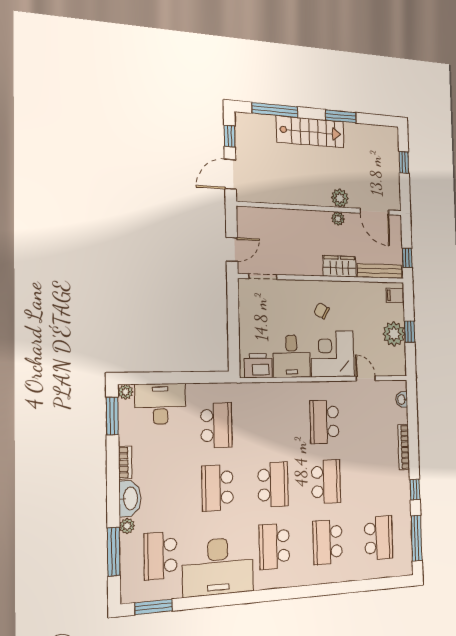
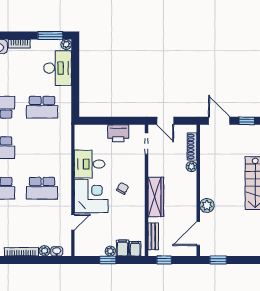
window: (404, 162) -> (218, 260), moved
shoe rack: (265, 214) -> (192, 146), added
plant: (338, 219) -> (191, 166), moved
wardrobe: (339, 266) -> (156, 197), width x1.50
bench: (380, 271) -> (153, 236), width x0.73
filing cabinet: (395, 312) -> (122, 248), added
plant: (394, 334) -> (110, 251), width x0.53, depth x0.53
printer: (258, 366) -> (118, 133), moved, turned 90
plant: (402, 416) -> (45, 251), added
school desk: (324, 422) -> (42, 188), turned 180

